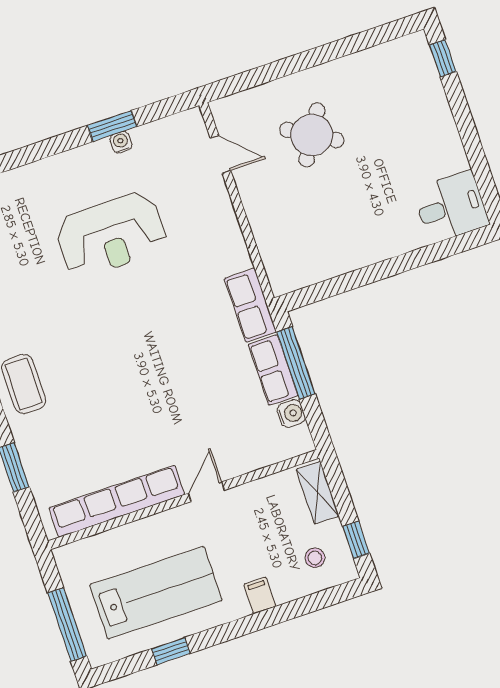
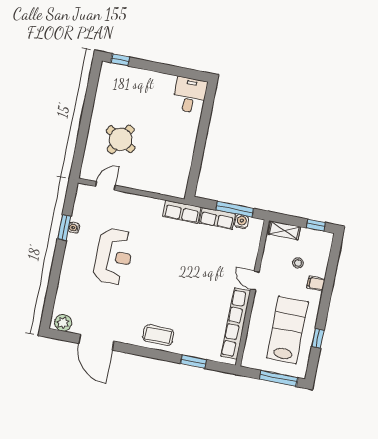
window: (296, 363) -> (235, 209), moved
stool: (315, 558) -> (298, 263), moved

